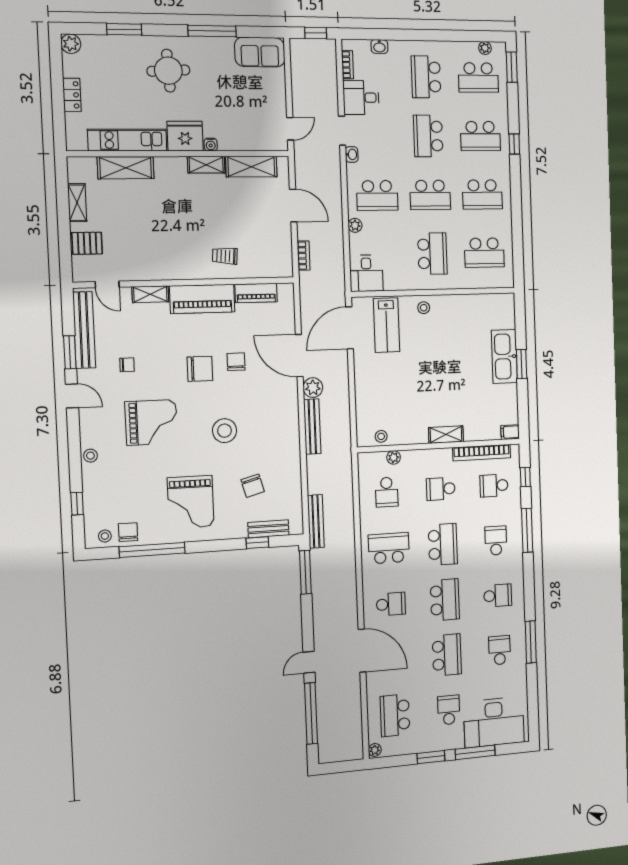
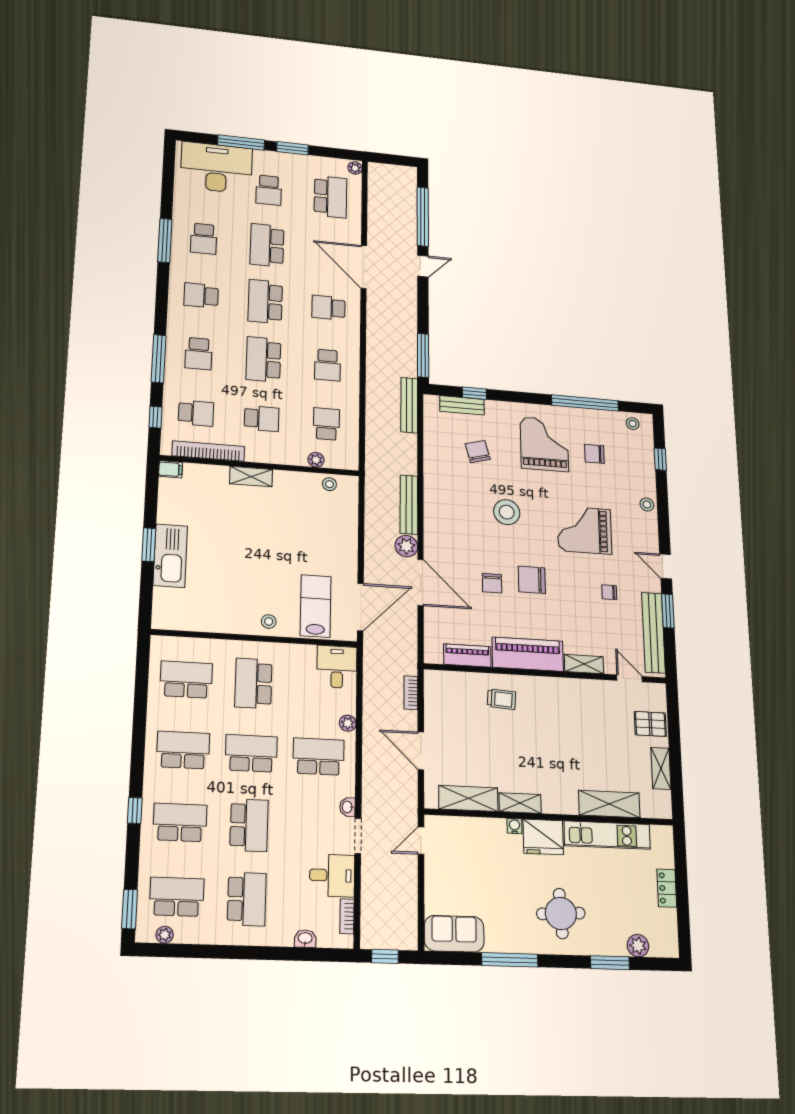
plant: (71, 44) -> (638, 946), moved
chair: (128, 532) -> (594, 454), moved, turned 90
school desk: (389, 548) -> (327, 365), width x0.54

